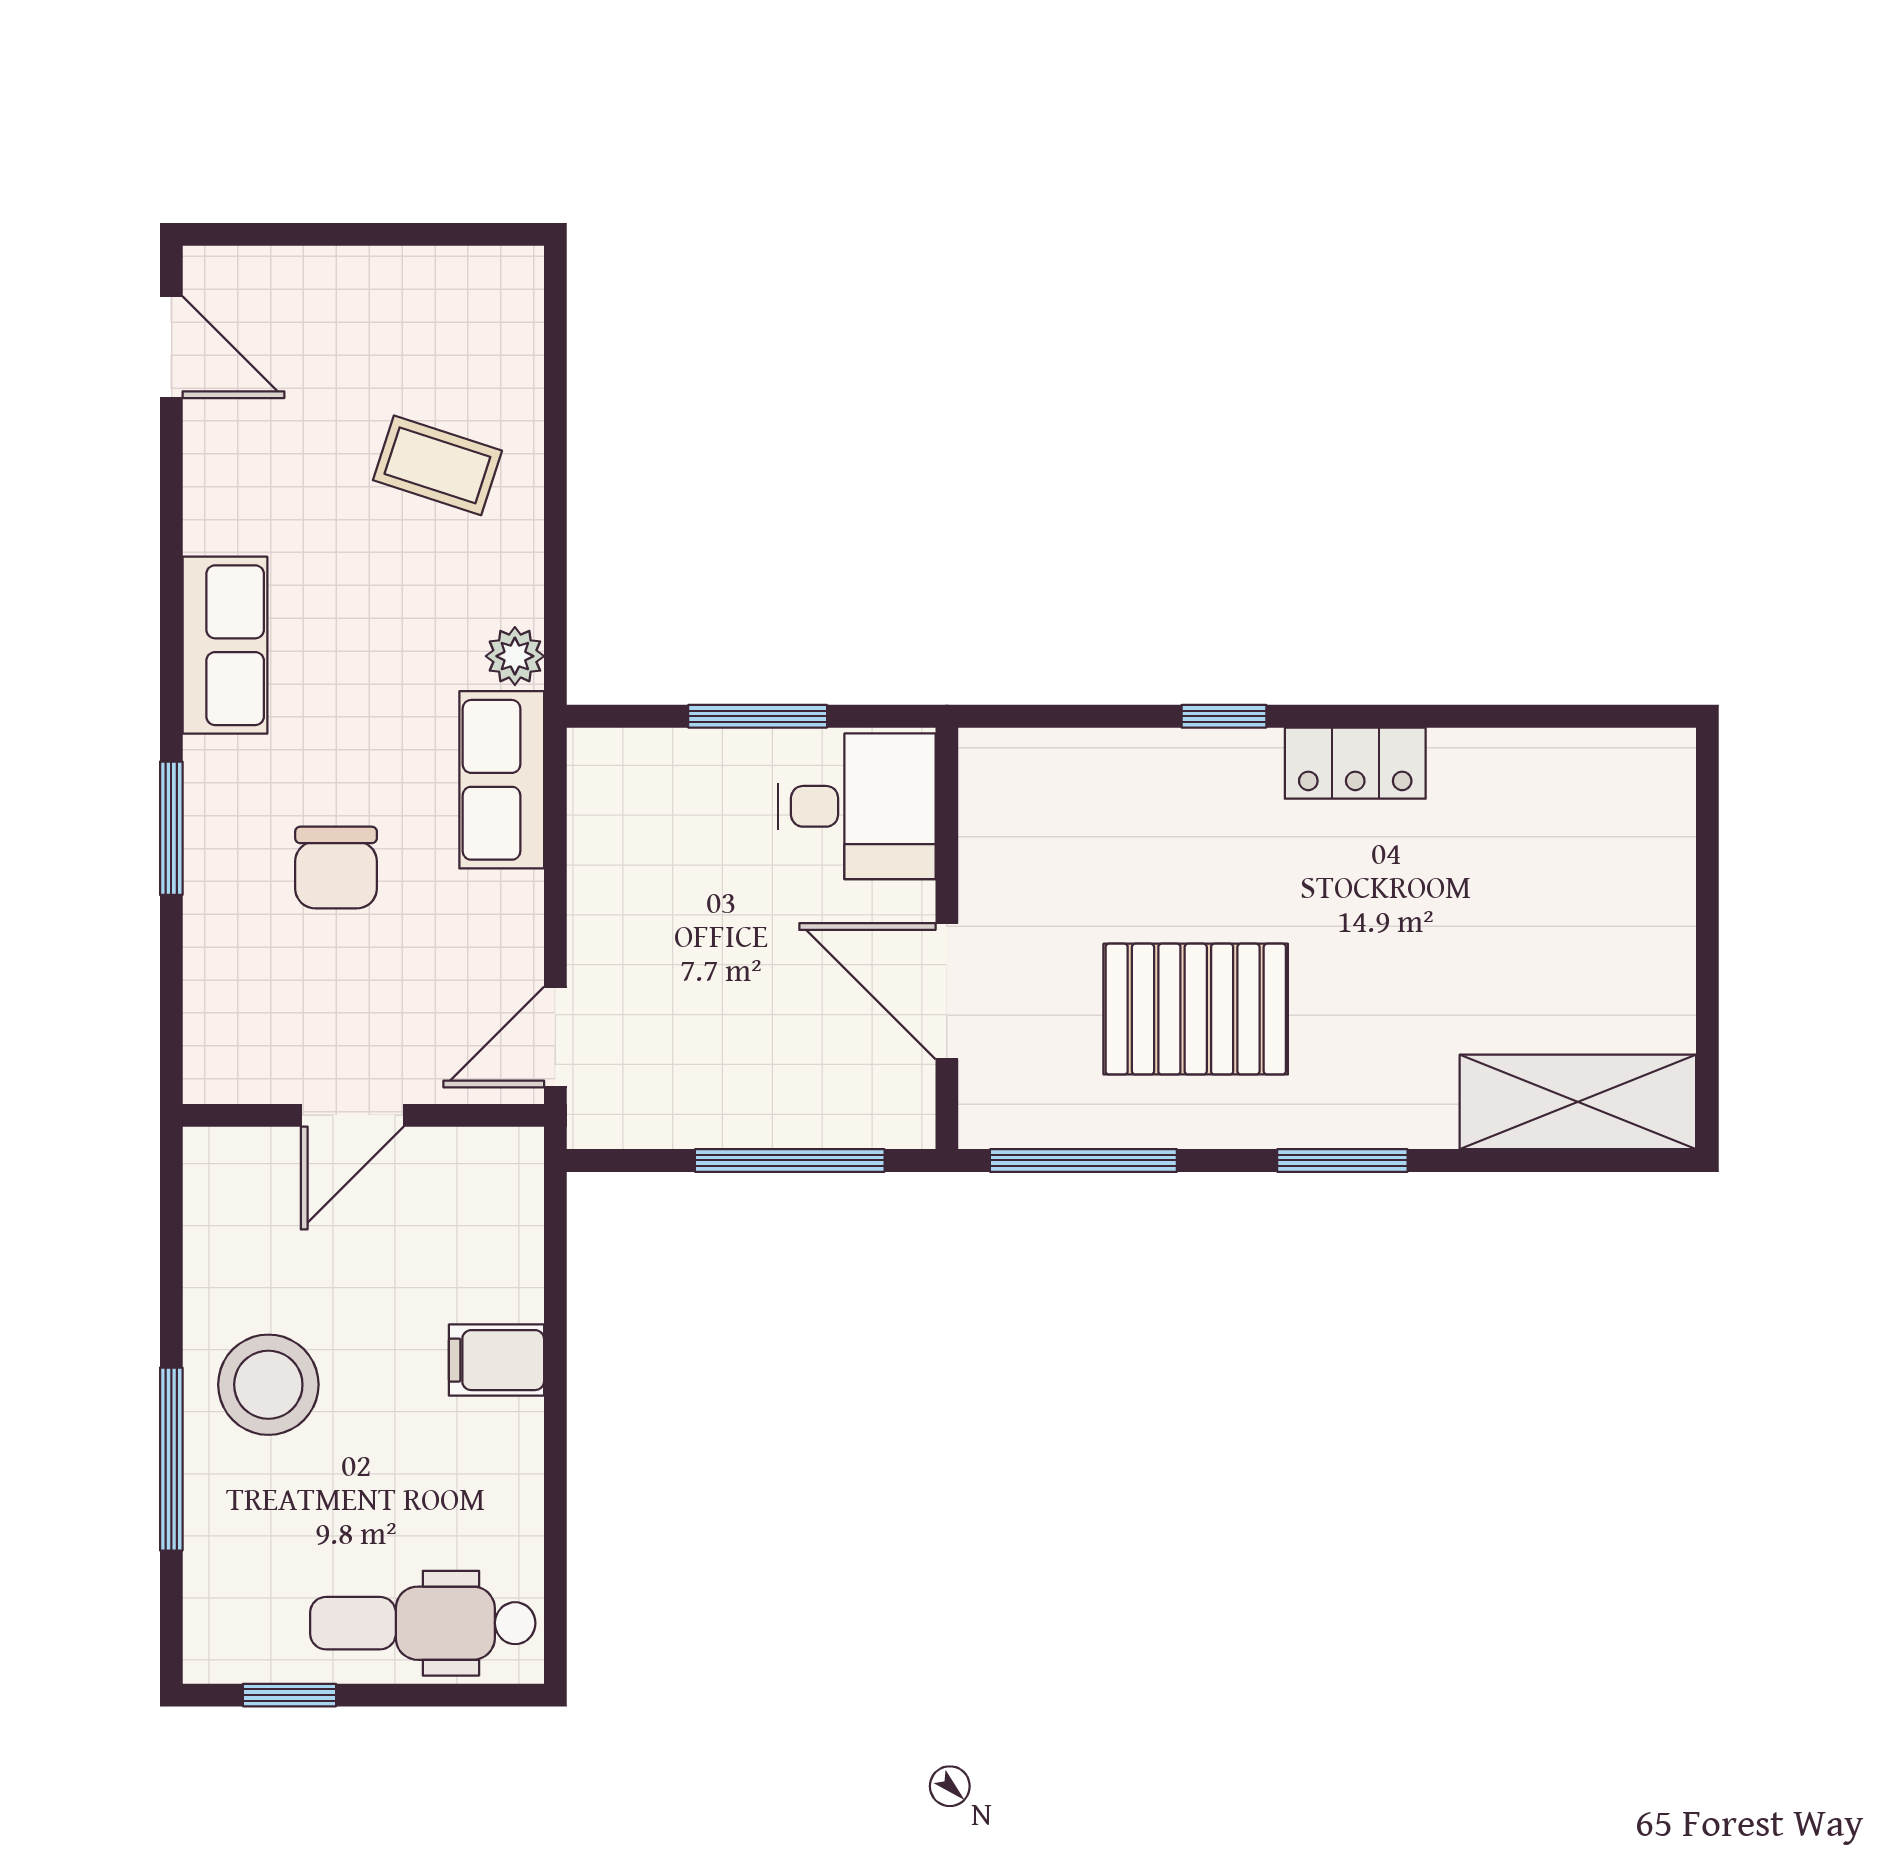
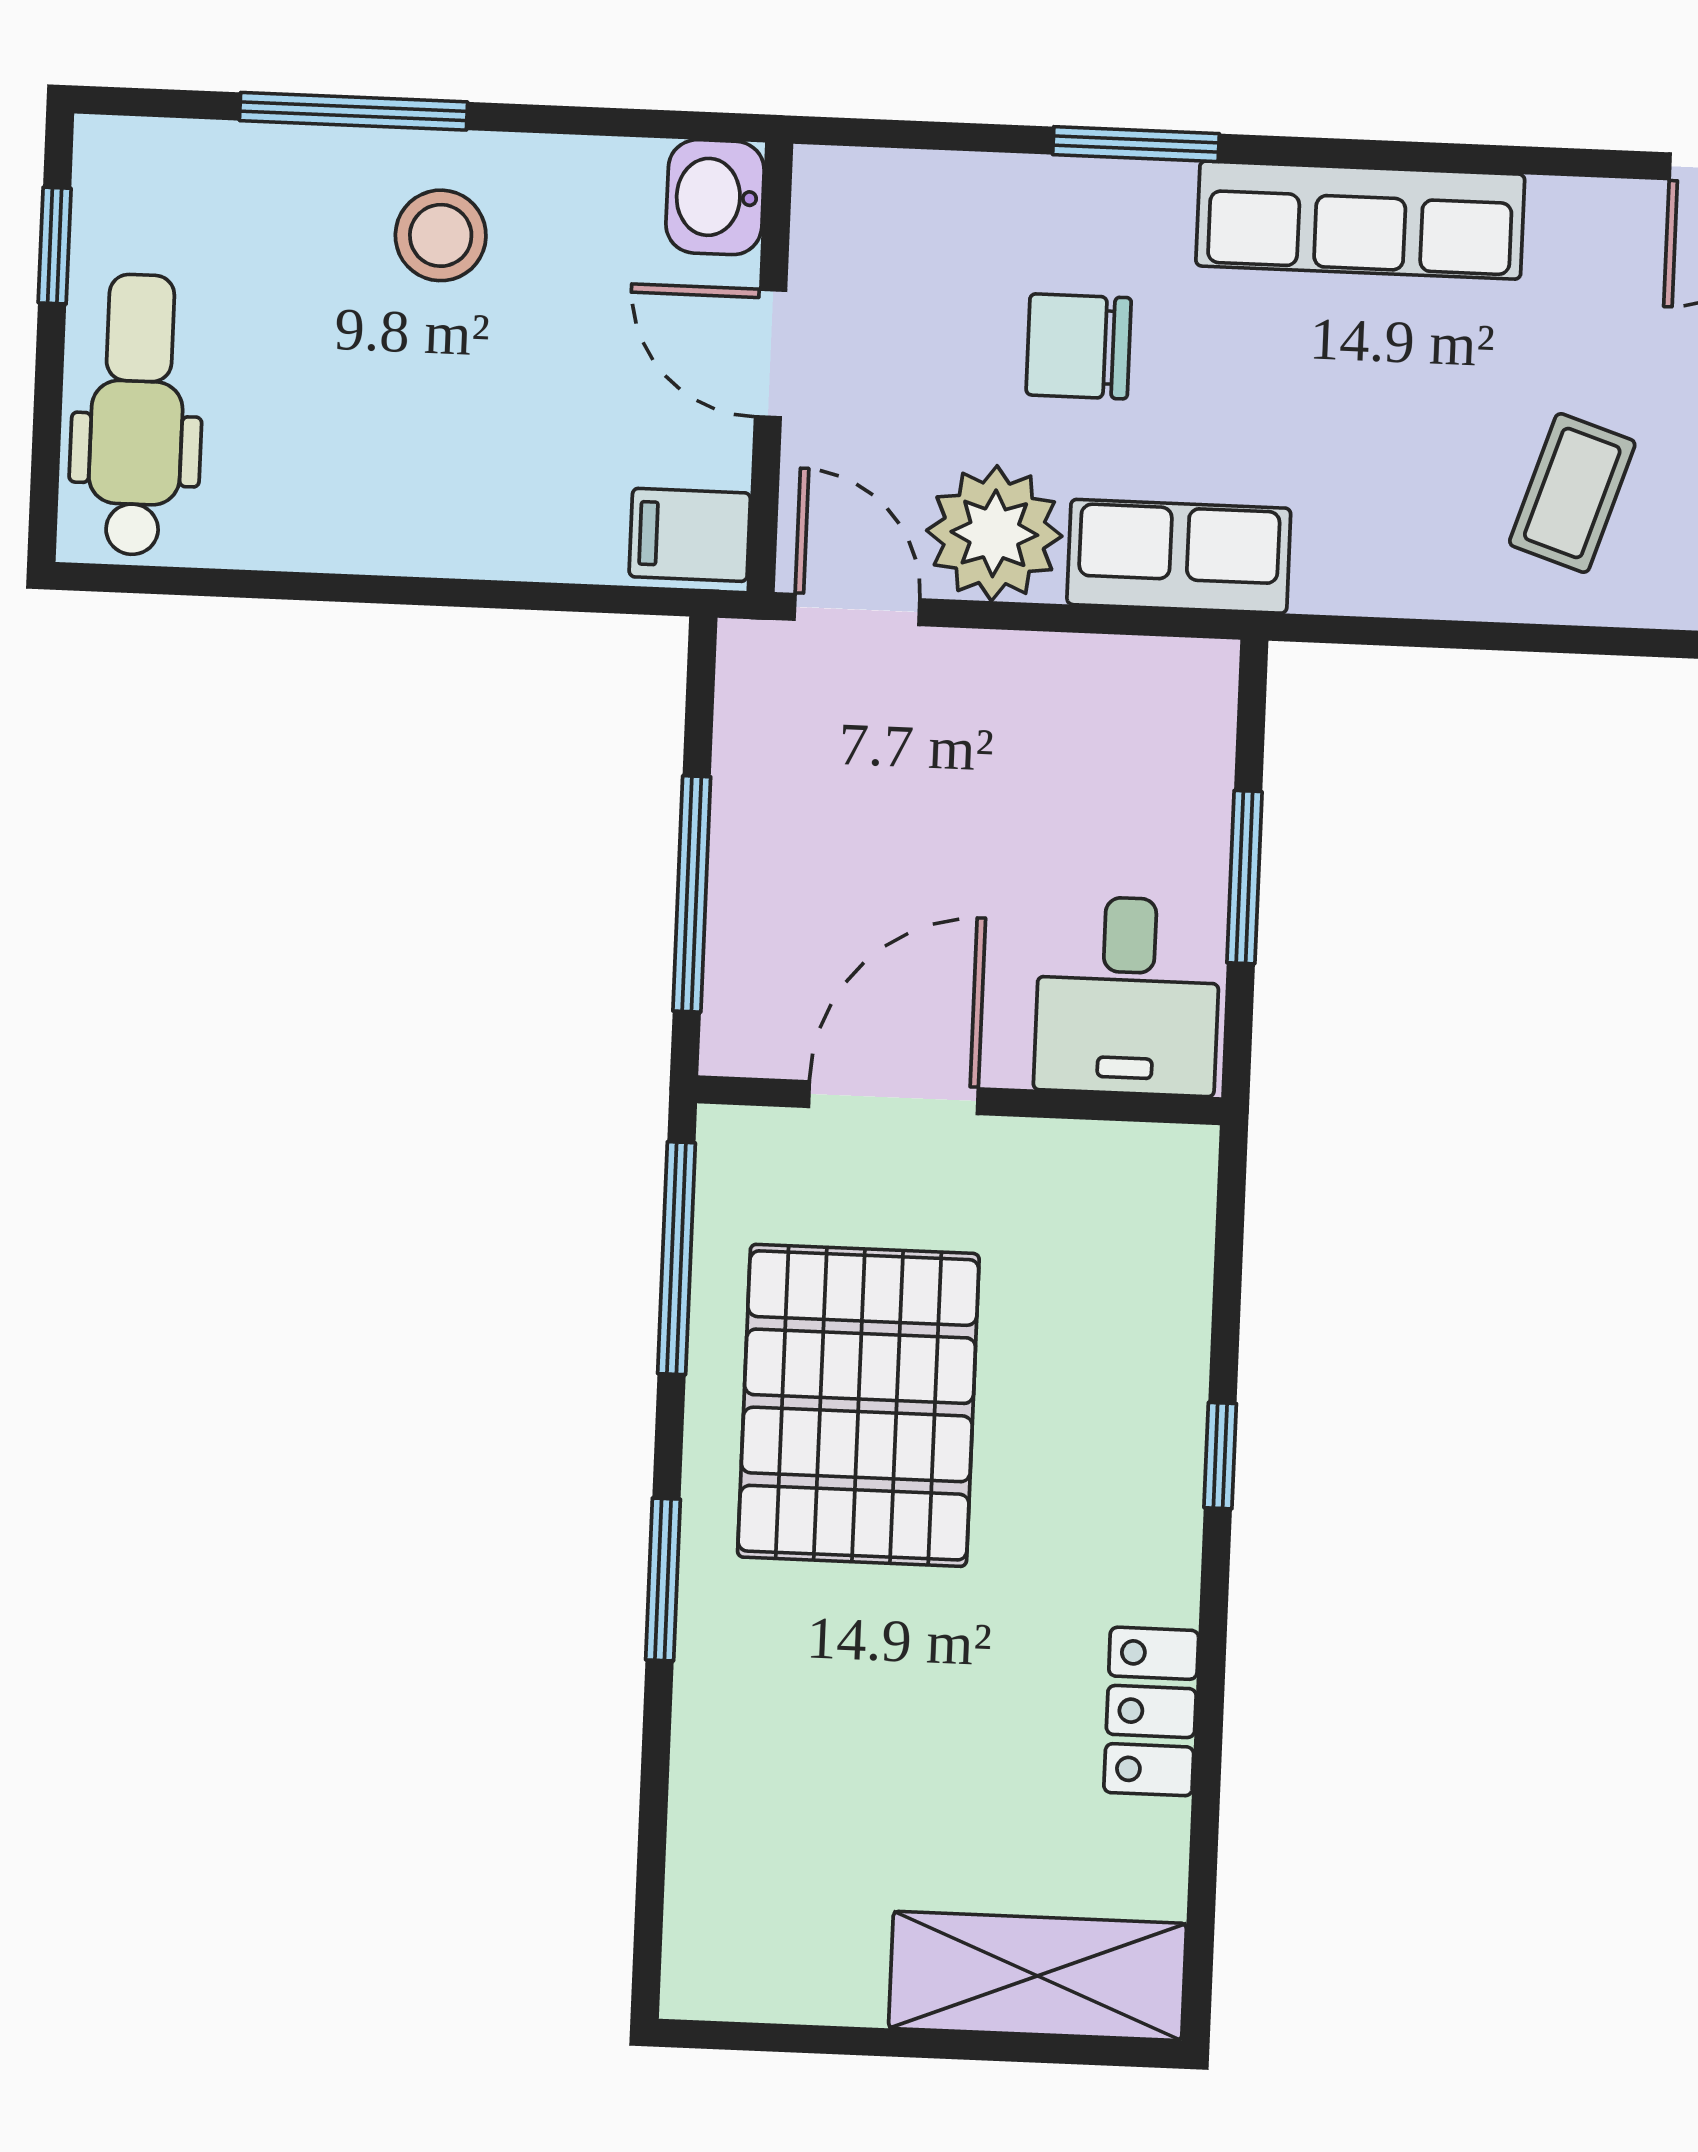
row of seats: (225, 645) -> (1360, 220), width x1.48
plant: (515, 656) -> (994, 533), moved, width x1.87, depth x1.87
locker: (1355, 763) -> (1151, 1711), moved
pallet: (1196, 1009) -> (858, 1405), width x1.37, depth x1.41
shelving: (1578, 1102) -> (1037, 1976), moved, turned 90
washbasin: (228, 1165) -> (715, 197), added
filing cabinet: (496, 1360) -> (690, 535), moved, turned -90
stool: (268, 1385) -> (441, 235), width x0.73, depth x0.73

